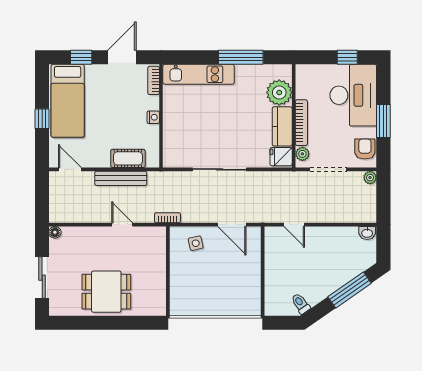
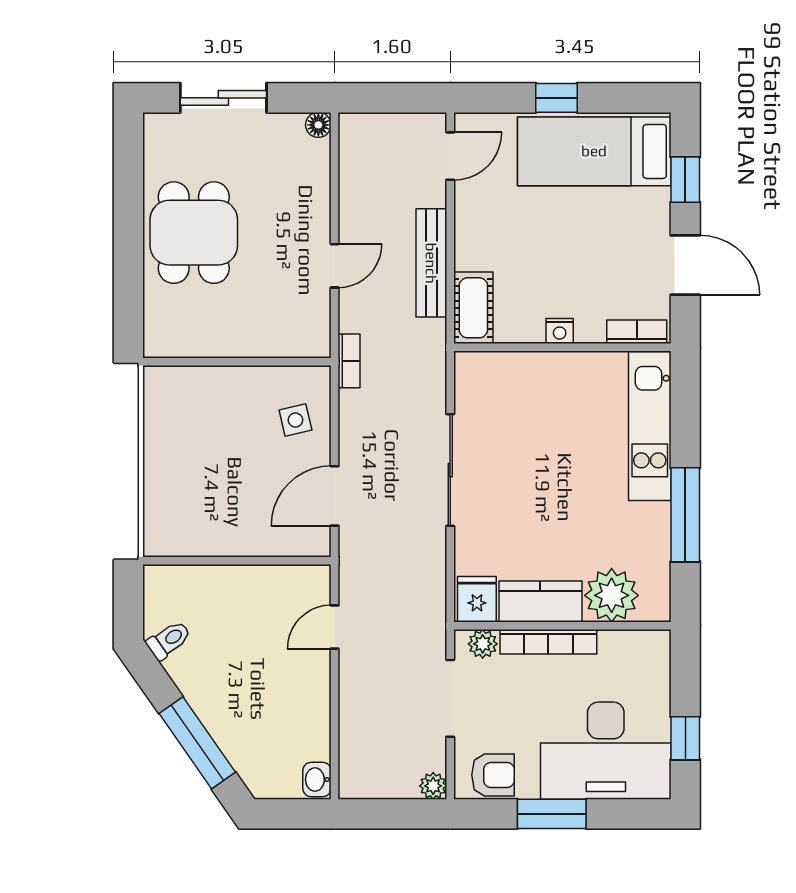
cot: (128, 158) -> (473, 308), moved

